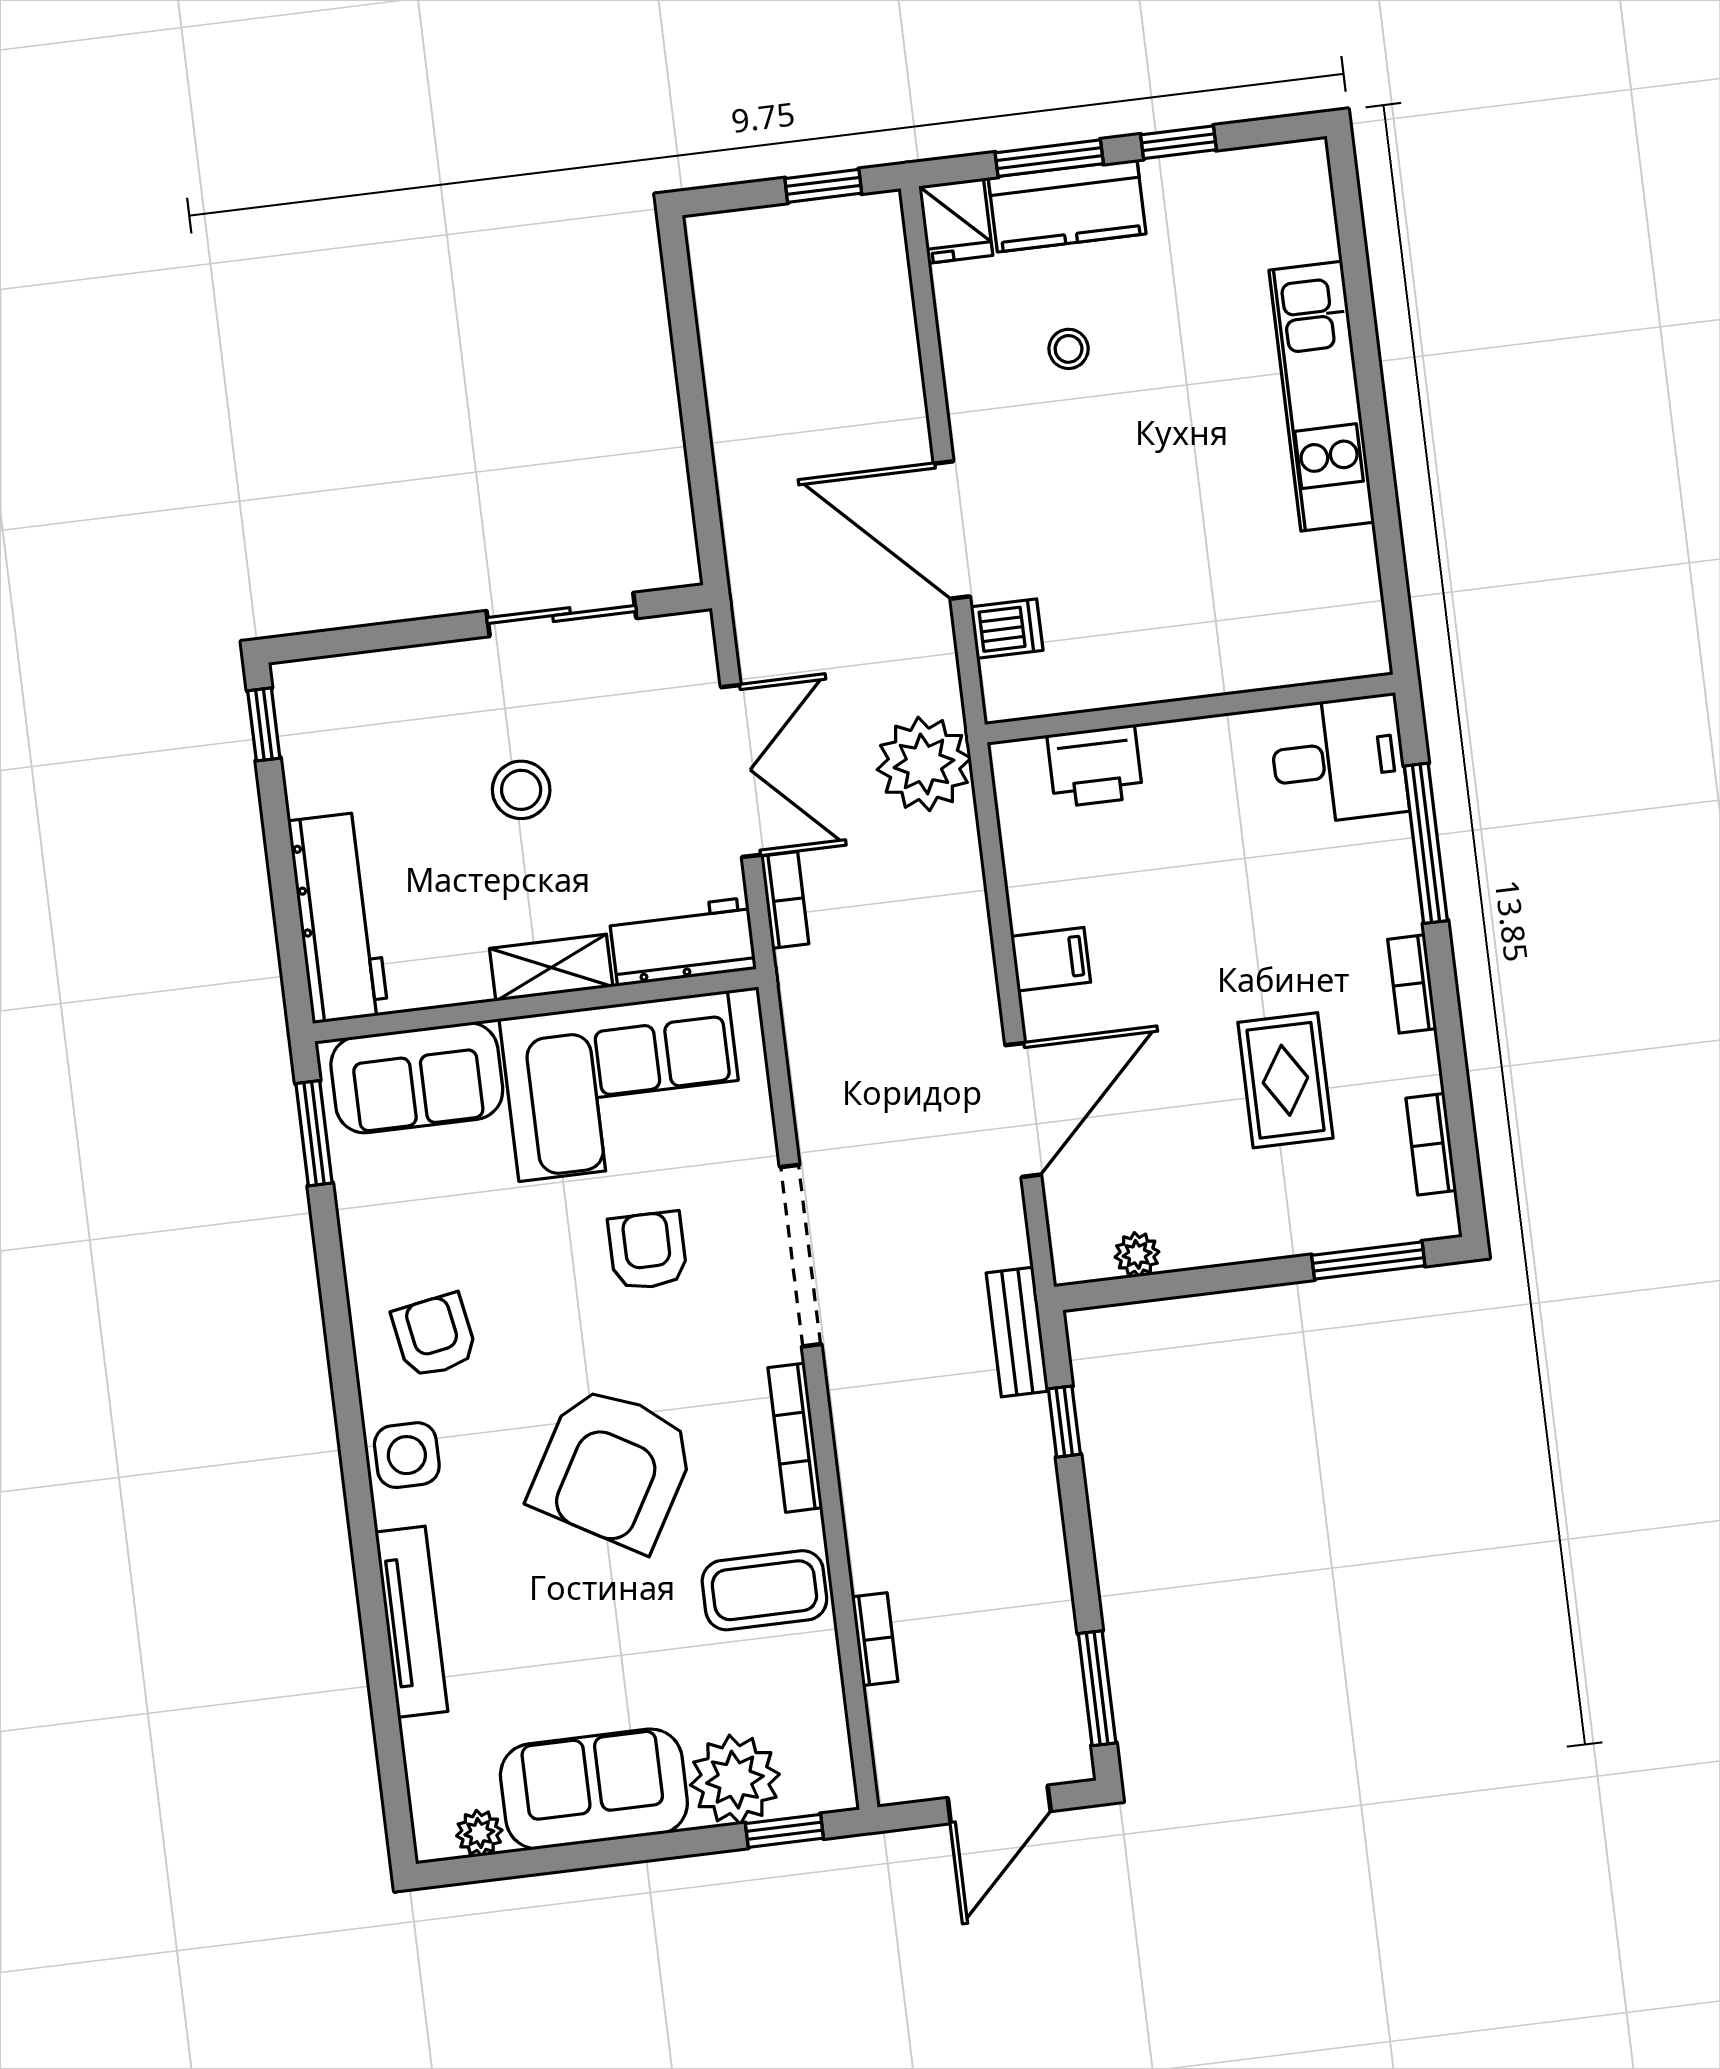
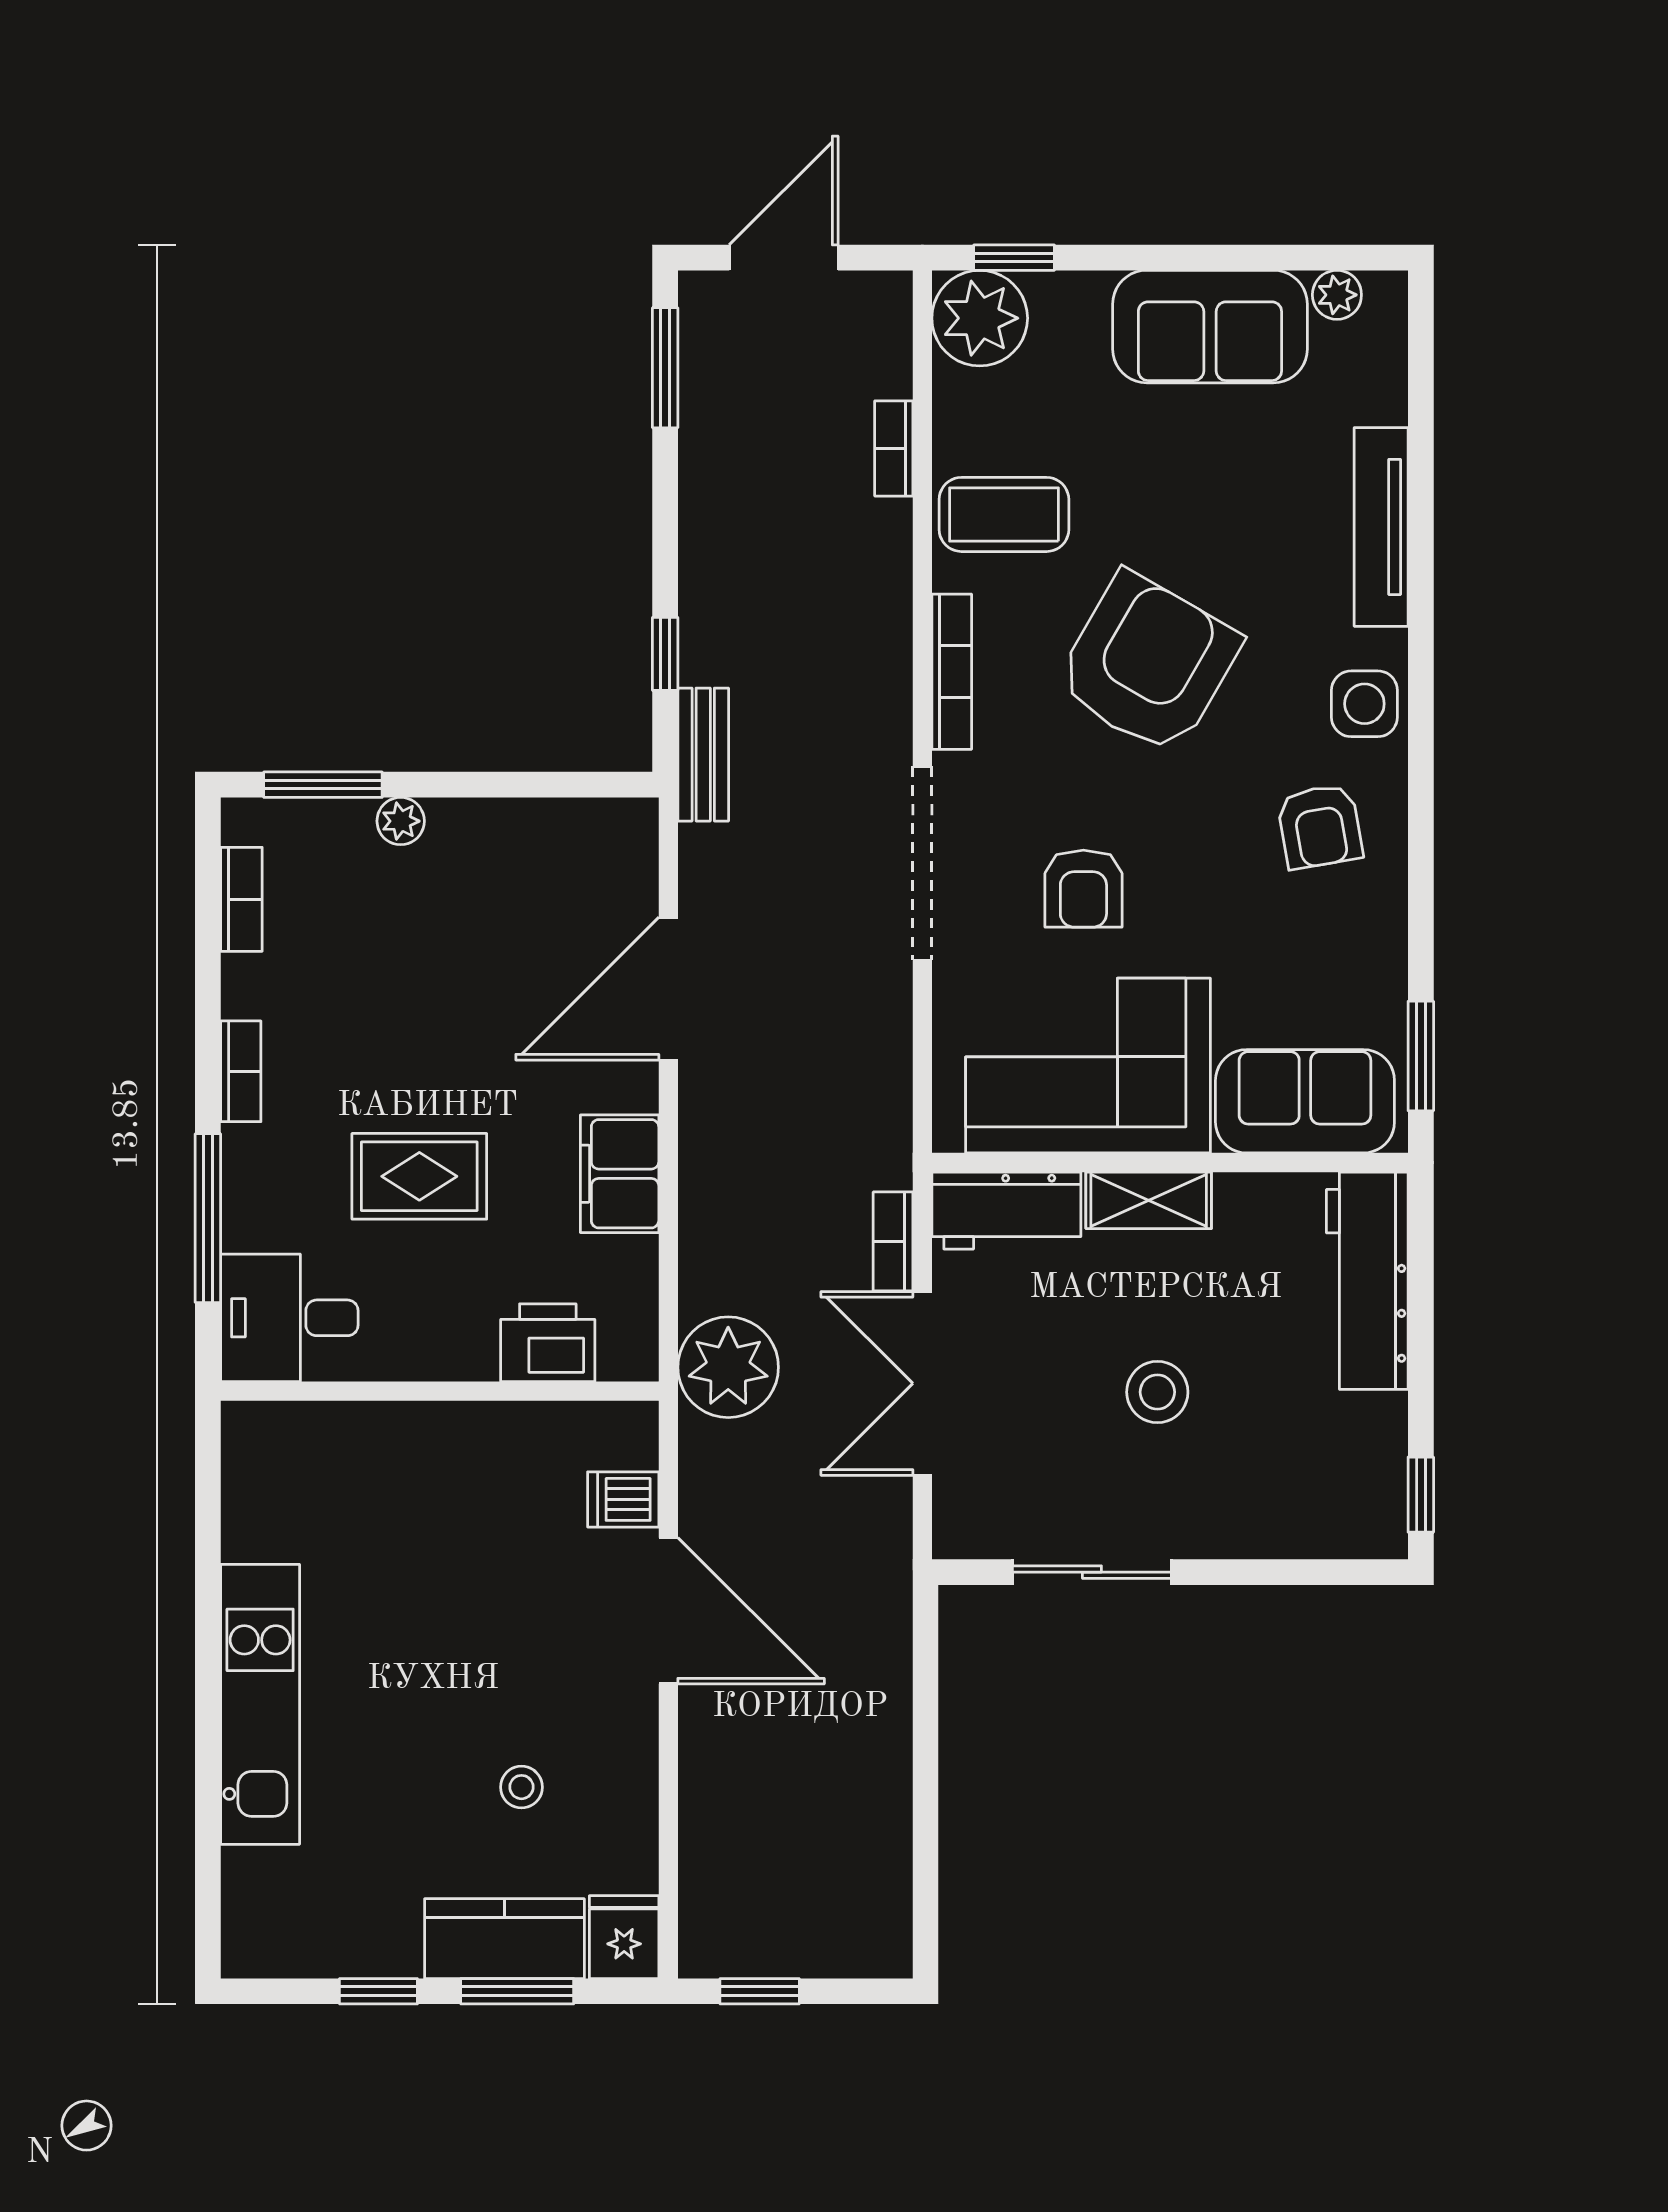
filing cabinet: (1051, 959) -> (620, 1174), width x2.00
rug: (1285, 1080) -> (419, 1176), moved, turned 90
plant: (1137, 1254) -> (401, 821), moved
plant: (735, 1780) -> (980, 318), moved

